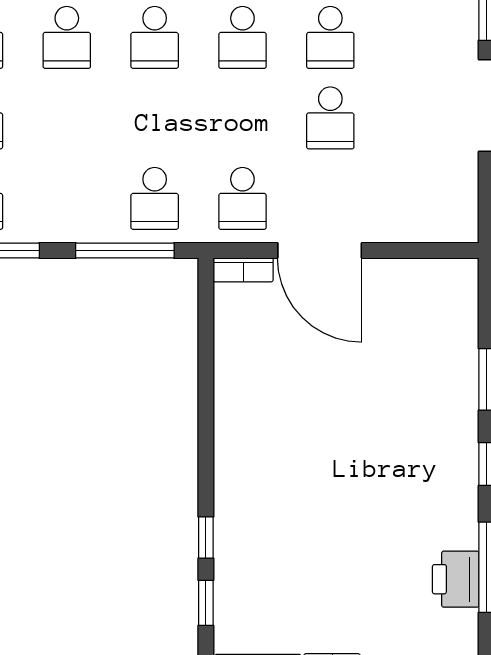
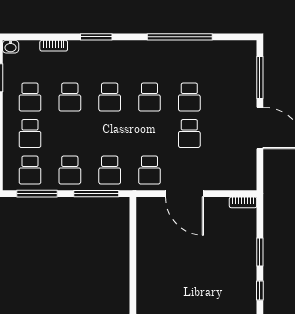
school desk: (67, 198) -> (70, 170), added
bookcase: (243, 270) -> (243, 202), moved

